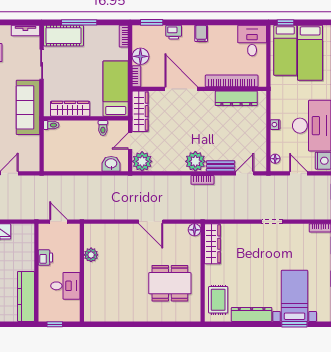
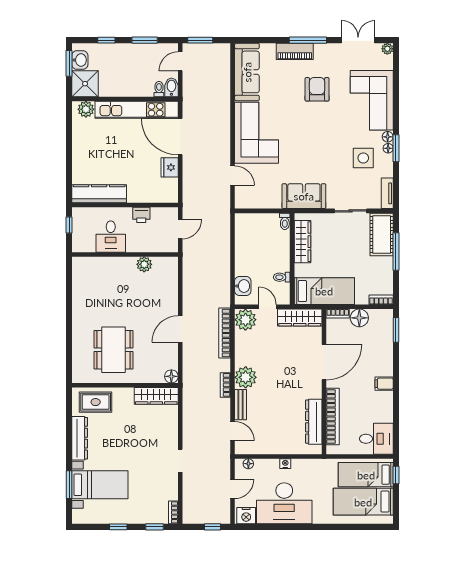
printer: (174, 32) -> (385, 354), removed
sofa: (28, 107) -> (304, 196), width x0.73
bookcase: (154, 181) -> (225, 333), added

